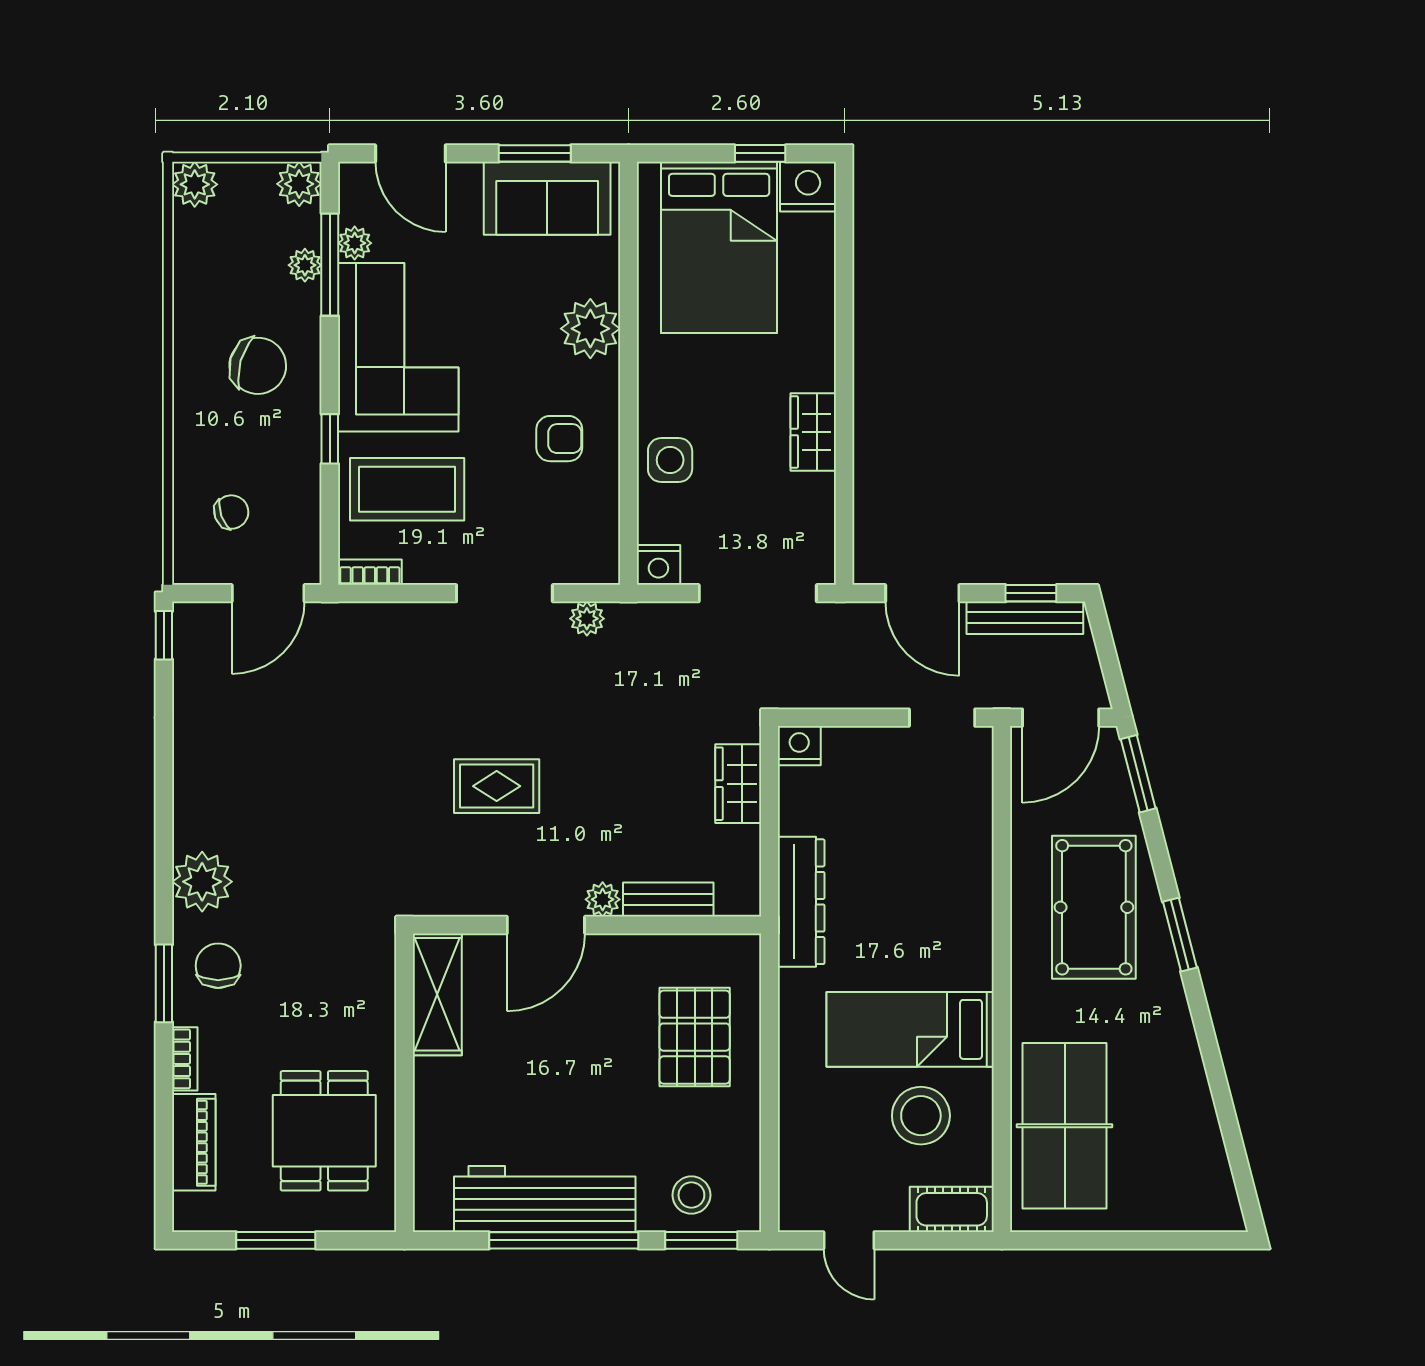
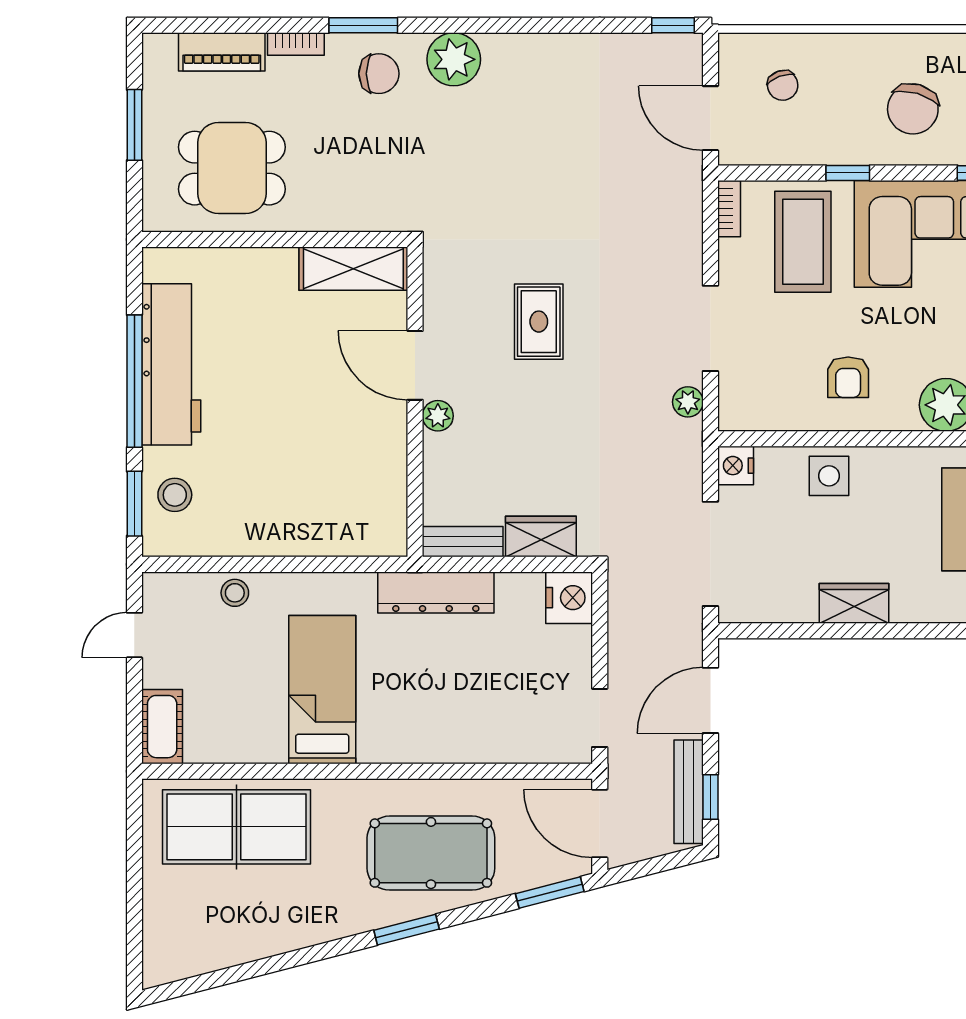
nightstand: (799, 746) -> (569, 598), width x1.36, depth x1.33
bench: (668, 900) -> (463, 542), moved, turned 90
pallet: (695, 1037) -> (315, 498), removed
stool: (921, 1116) -> (235, 593), moved, width x0.53, depth x0.53

